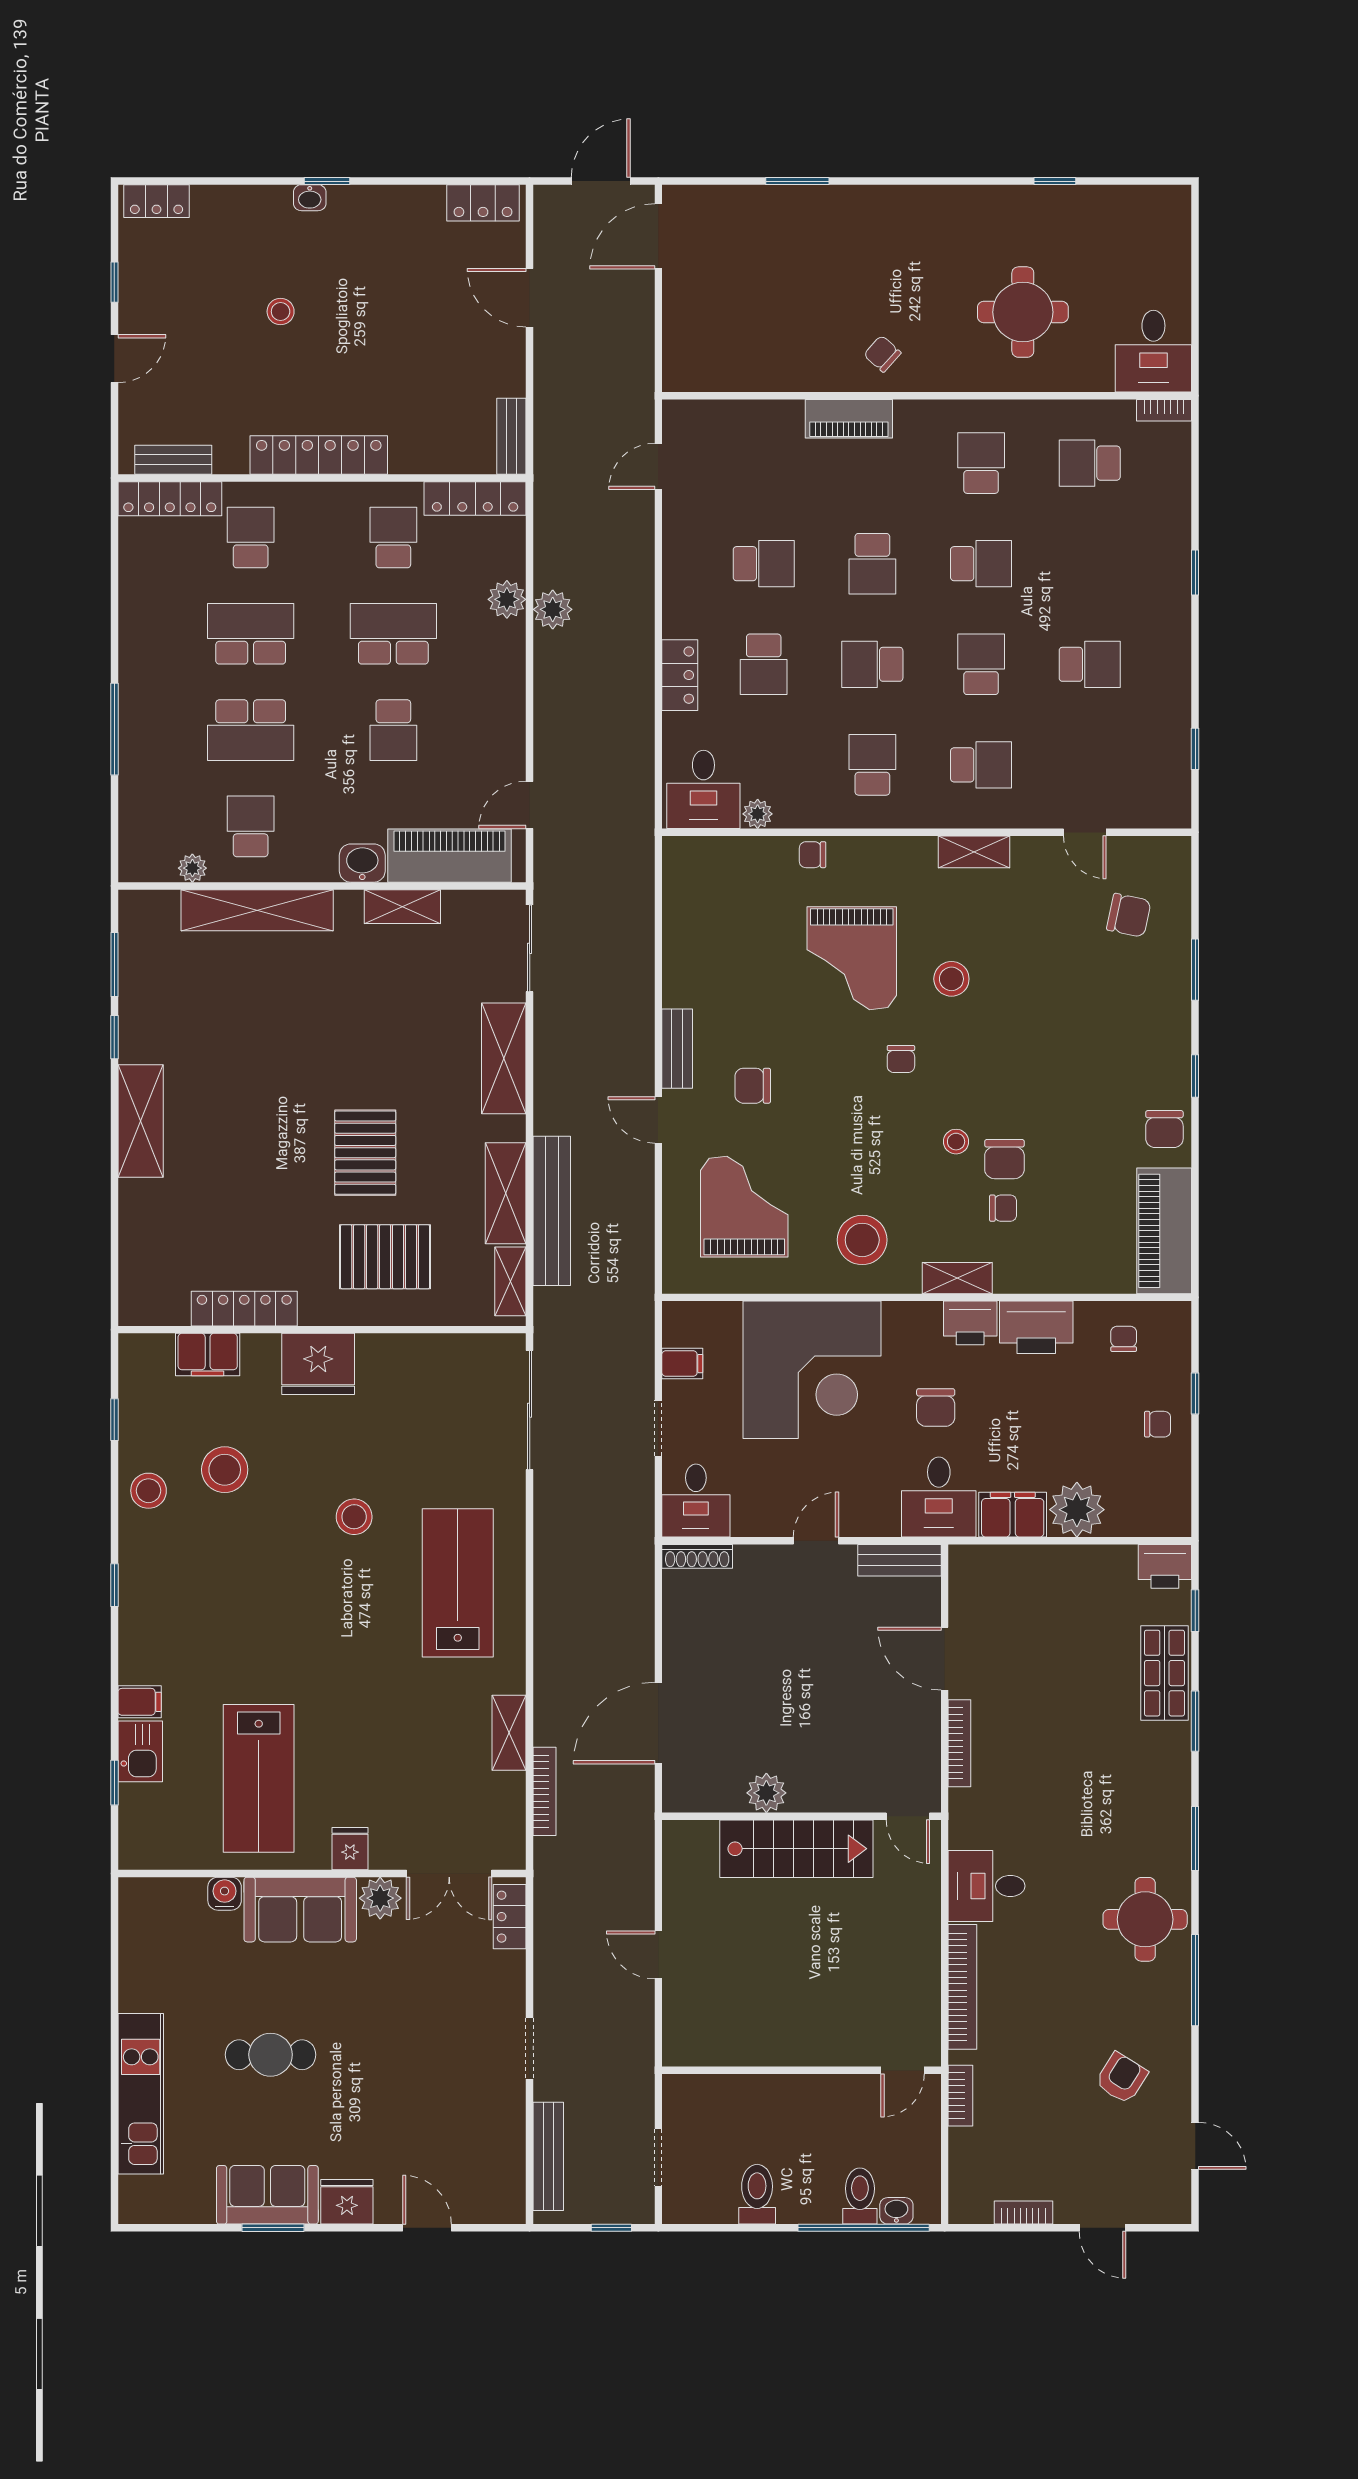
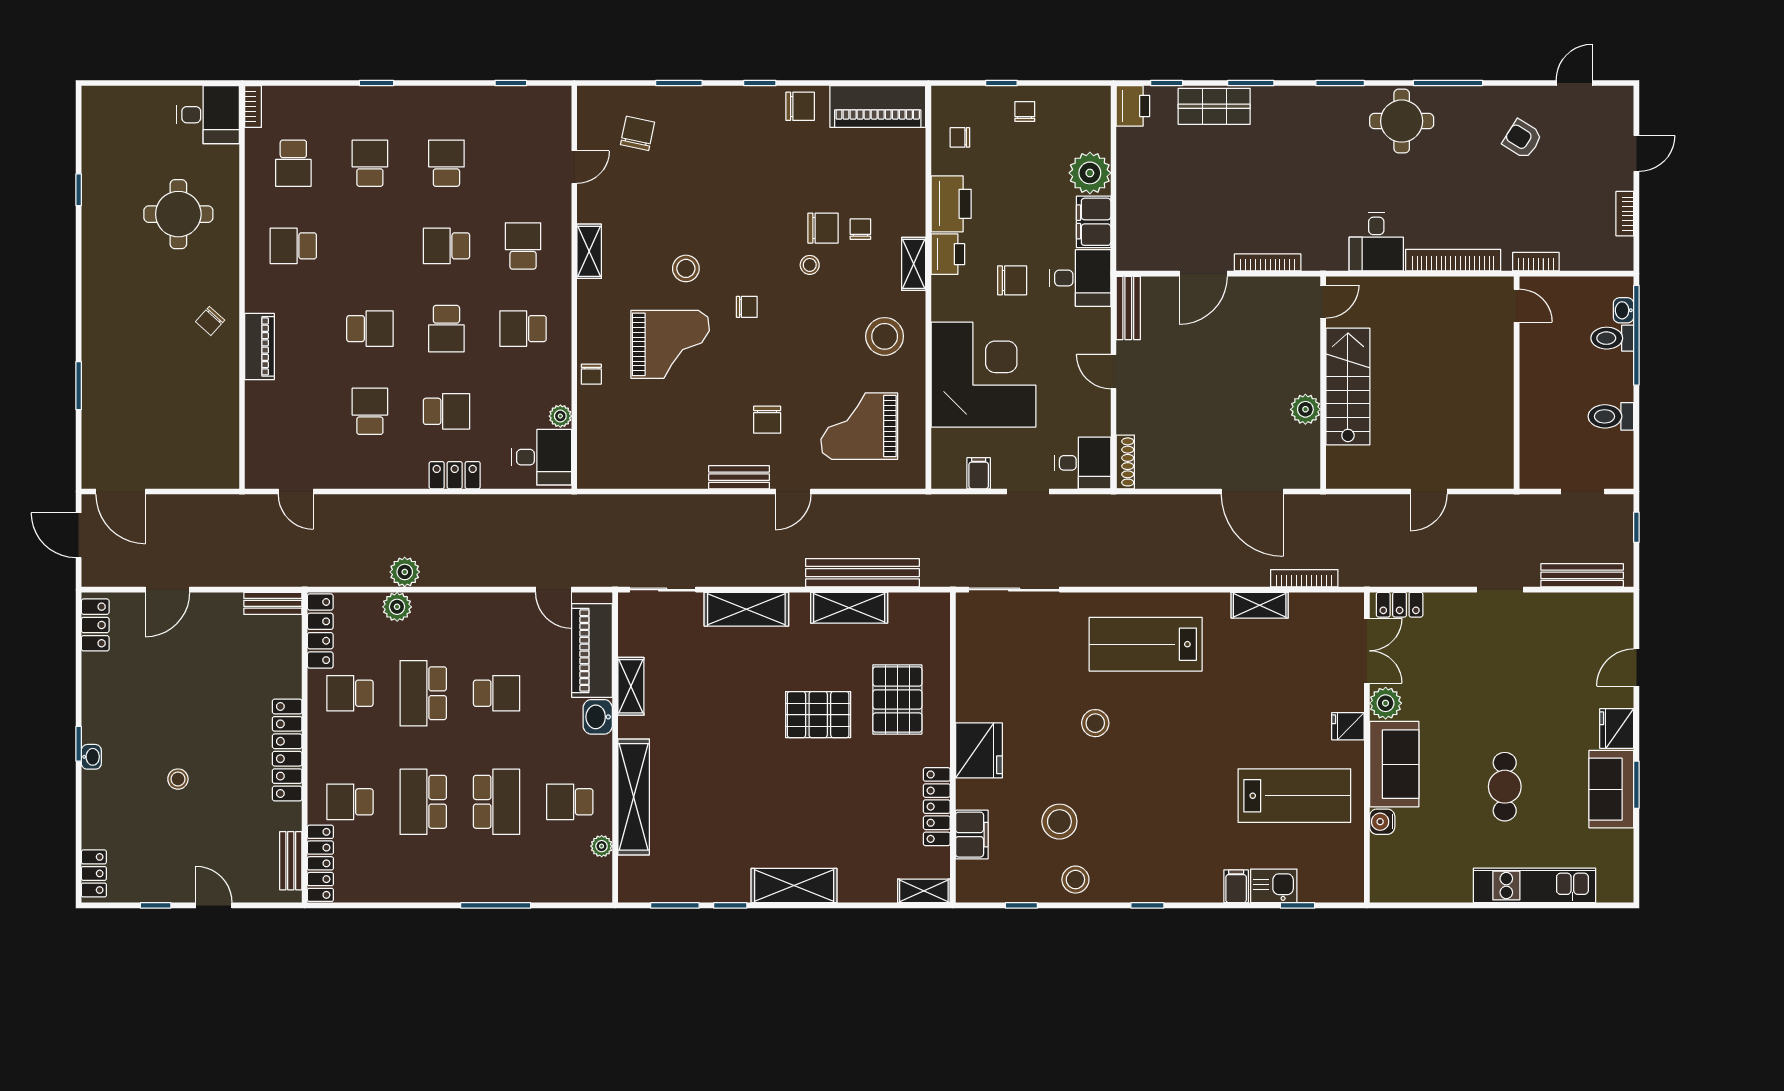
school desk: (981, 564) -> (370, 163), moved
shelving: (510, 1281) -> (924, 891), moved

